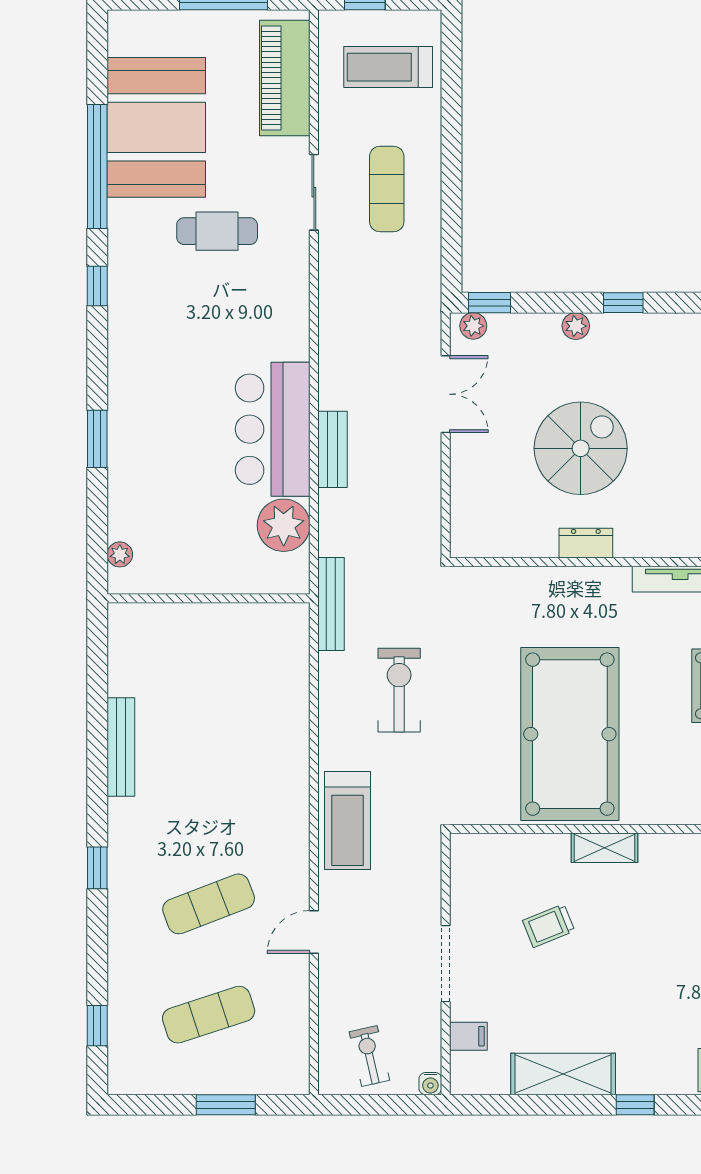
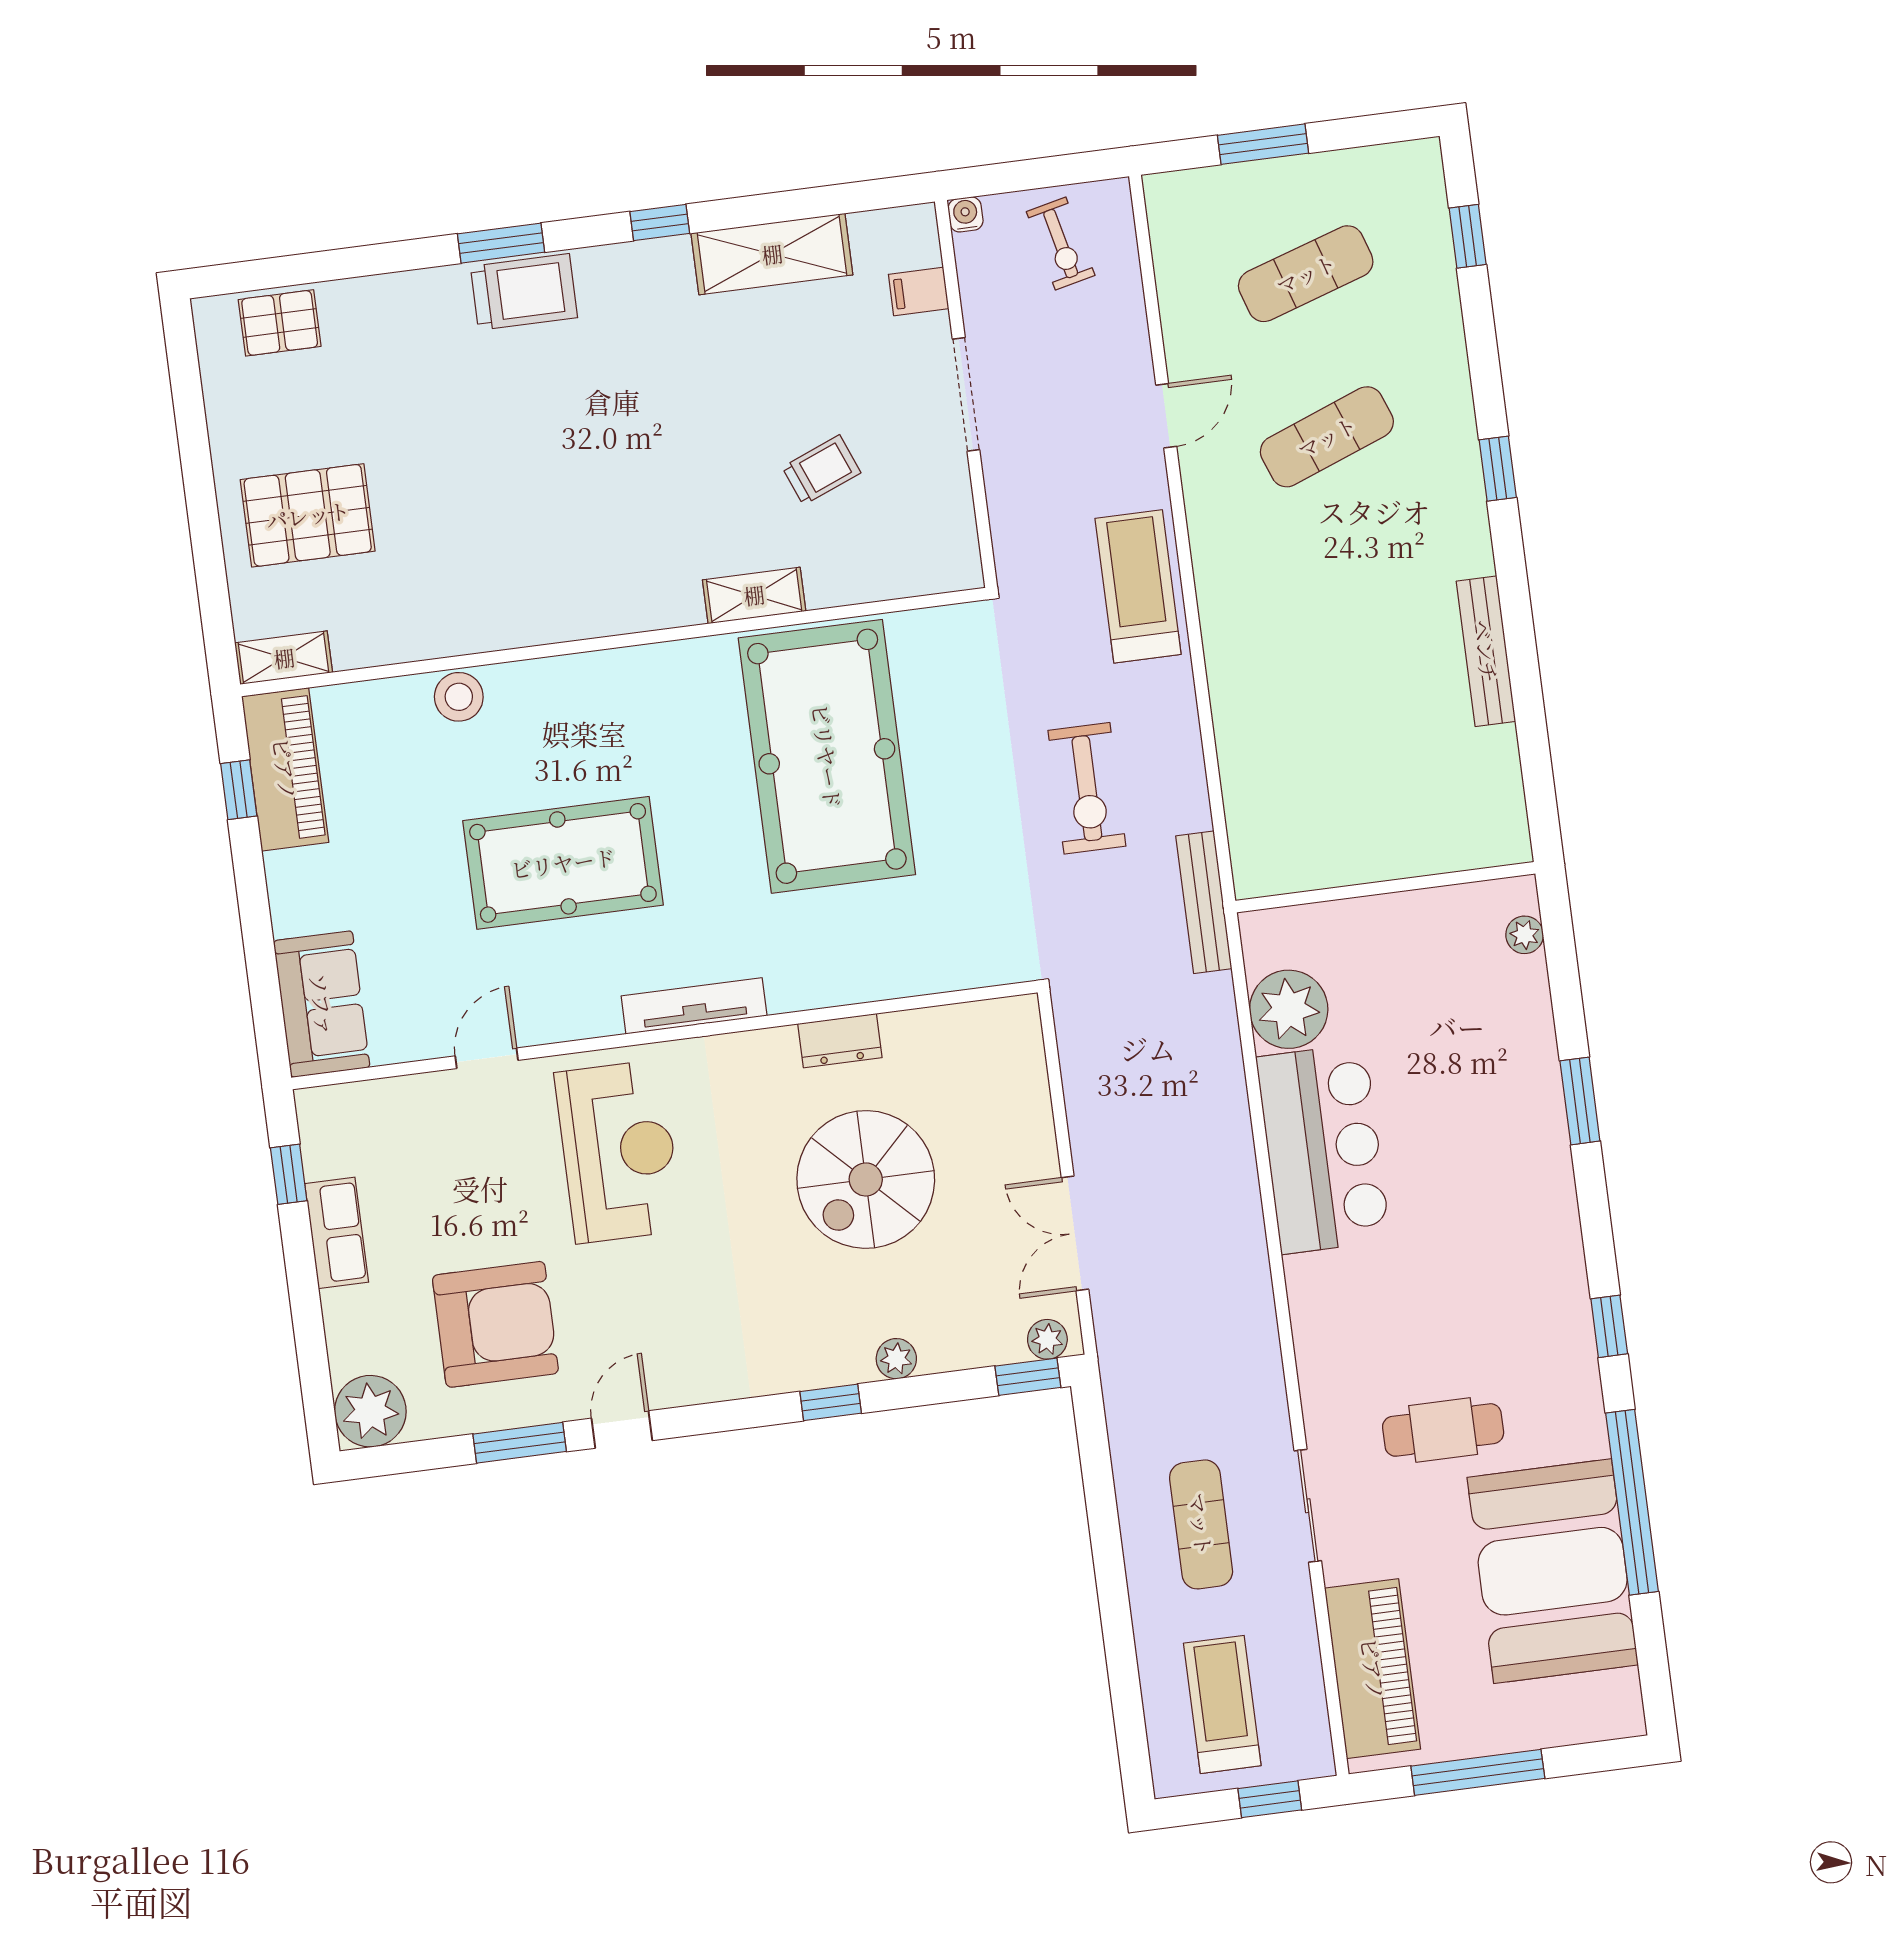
treadmill: (388, 67) -> (1222, 1704), turned -90
bench: (332, 449) -> (1231, 1130), removed

